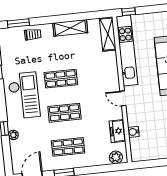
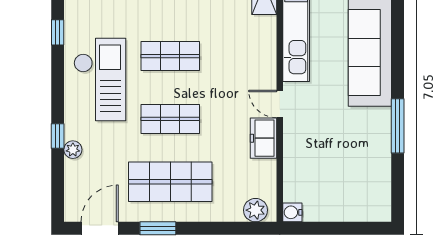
freezer: (117, 131) -> (263, 138), moved
water cooler: (133, 132) -> (292, 212), moved
shop shelf: (68, 147) -> (170, 182), width x1.43, depth x1.36

